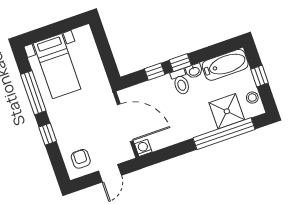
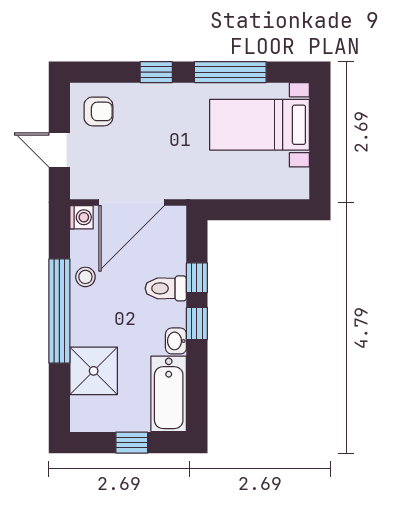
toilet: (181, 82) -> (166, 288), moved
stool: (252, 98) -> (85, 277), moved
window: (224, 134) -> (59, 311), moved

